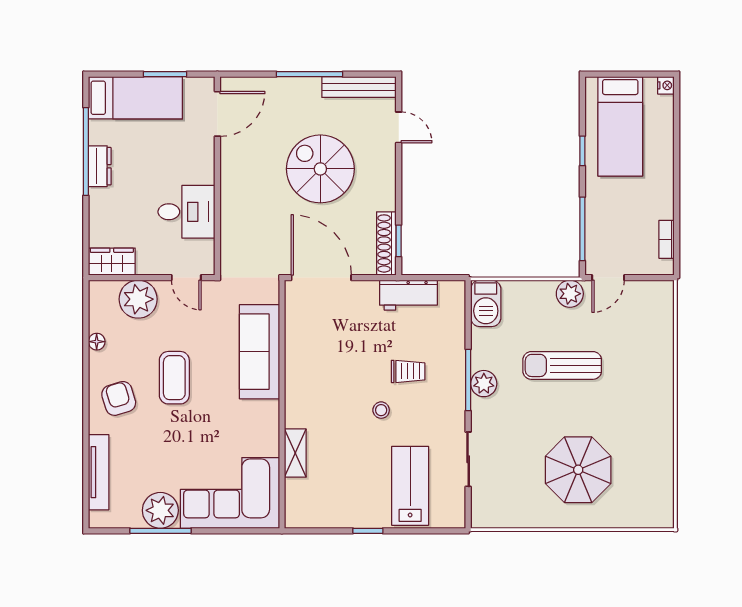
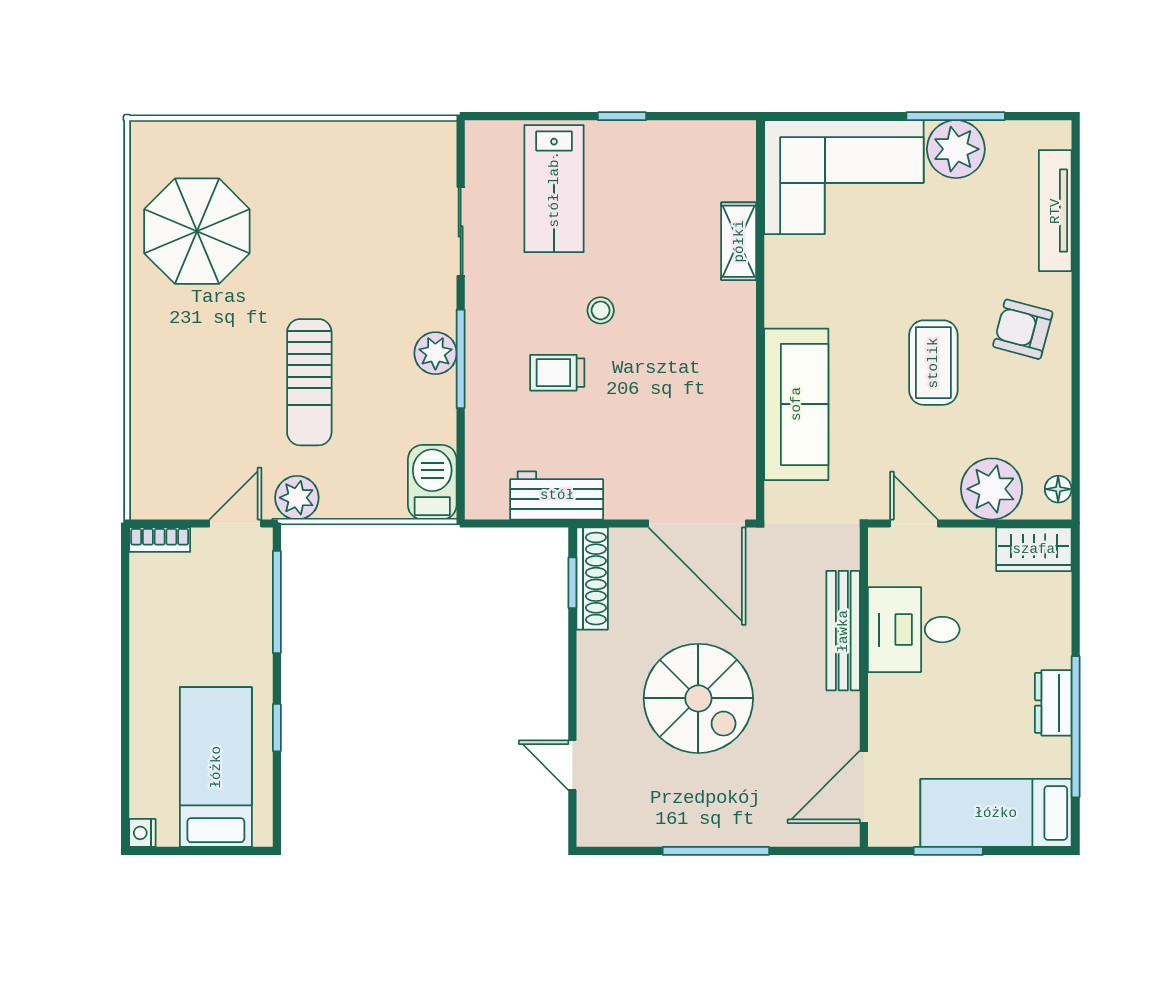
bench: (359, 87) -> (843, 631), moved, turned 90
bookcase: (667, 239) -> (160, 540), moved, turned 90
floor lamp: (97, 342) -> (1058, 489), moved
sun lounger: (562, 365) -> (309, 382), turned 90
armchair: (119, 398) -> (1023, 329), turned 122
parasol: (578, 470) -> (197, 231), moved

